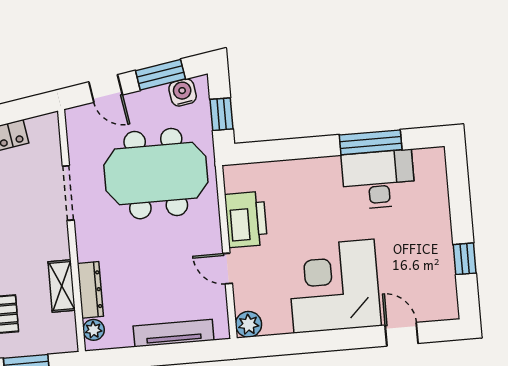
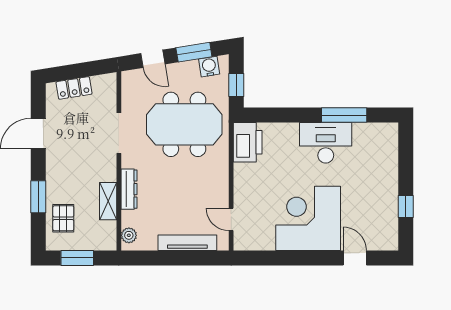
desk: (378, 179) -> (326, 143), moved
printer: (246, 219) -> (248, 142), moved
door: (228, 269) -> (231, 219), moved
dresser: (90, 290) -> (129, 189), moved
plant: (248, 324) -> (243, 241), removed

